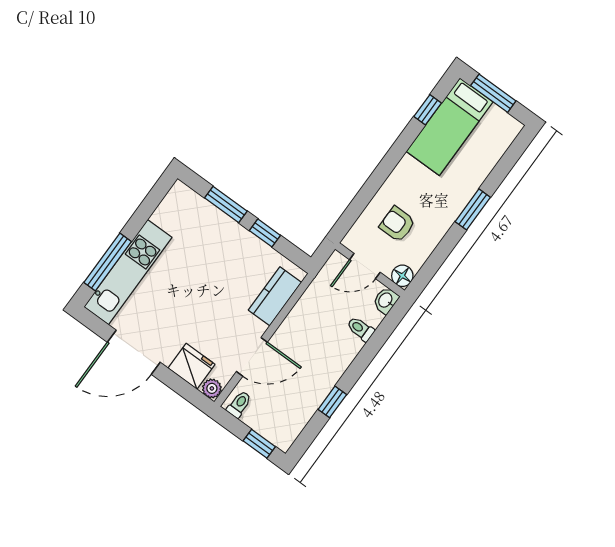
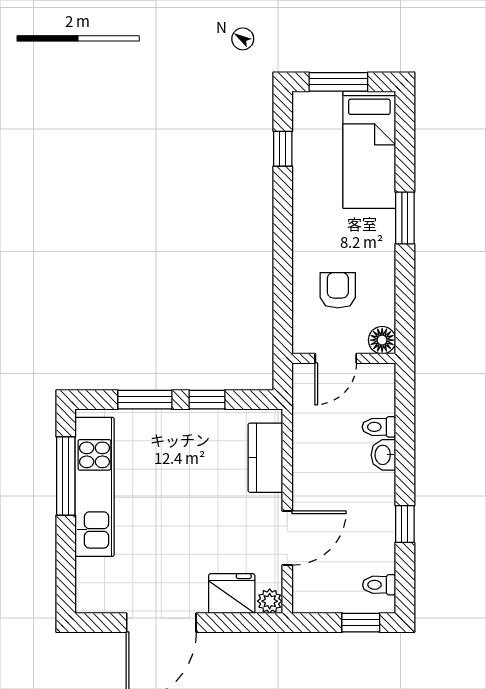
bed: (450, 127) -> (369, 150), moved
armchair: (397, 224) -> (338, 290), turned 90
window: (108, 262) -> (66, 476), moved
kitchen unit: (128, 272) -> (95, 487), moved
washbasin: (386, 300) -> (383, 455), moved
toilet: (239, 404) -> (379, 585), moved, turned -90

